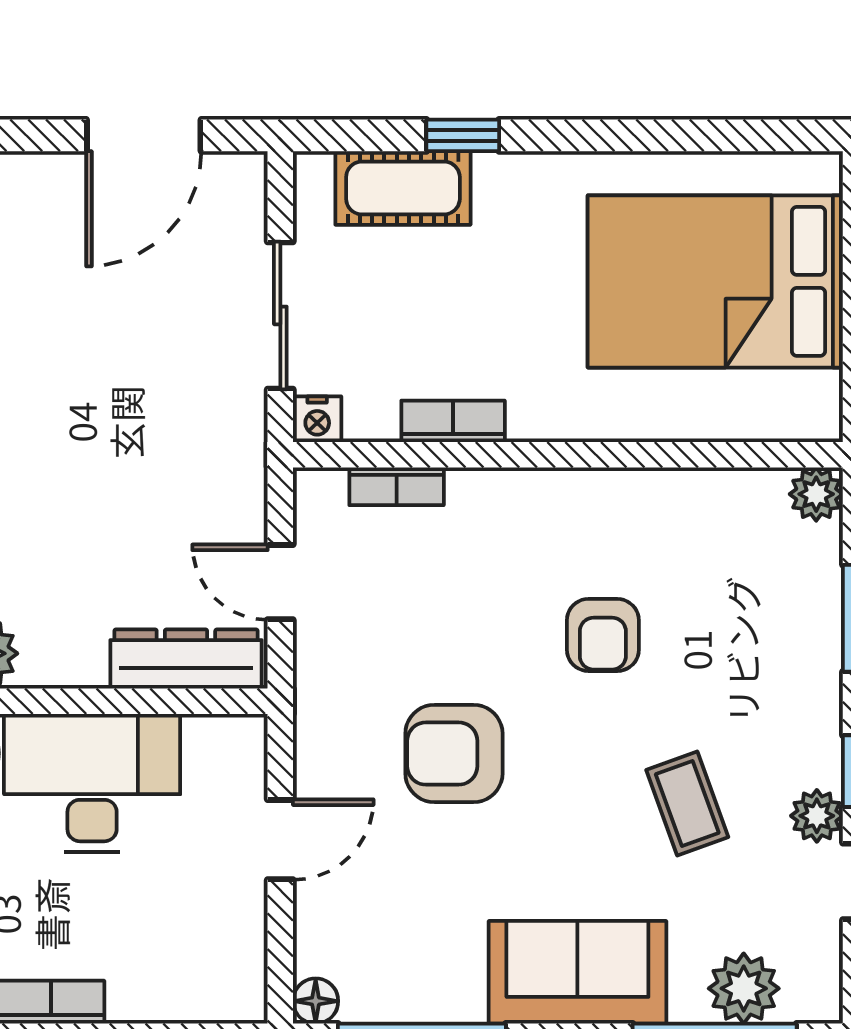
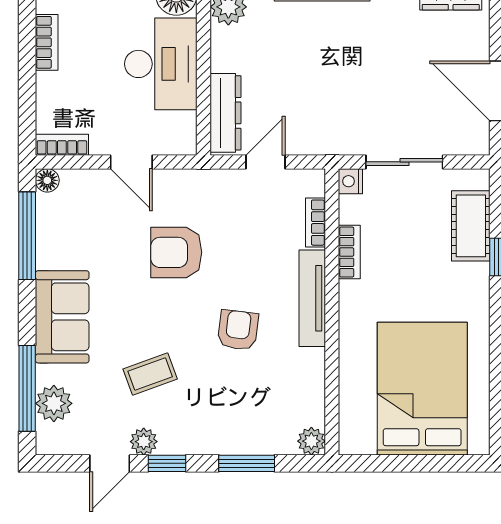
tv unit: (542, 492) -> (312, 298), added
armchair: (603, 635) -> (238, 330), turned 97
armchair: (454, 754) -> (176, 252), turned -90
bookcase: (247, 973) -> (62, 145), added

